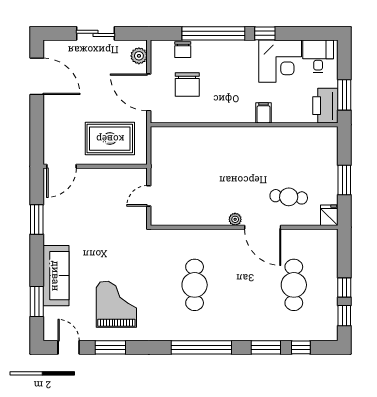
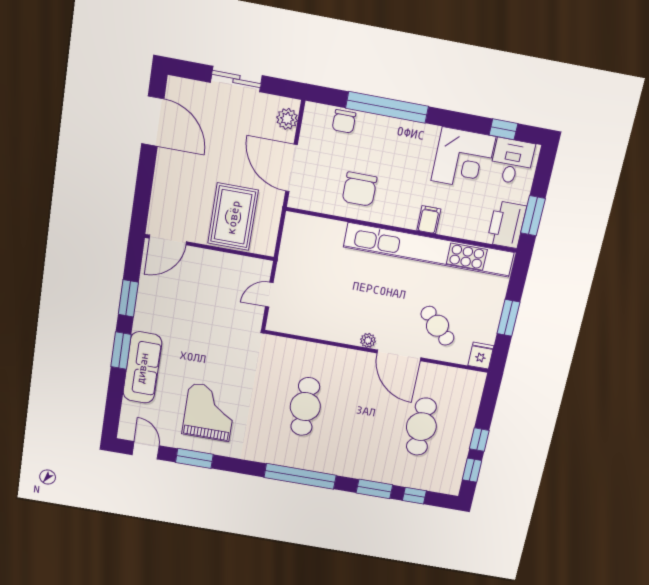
window: (265, 33) -> (503, 129), moved
chair: (187, 84) -> (360, 189), moved
kitchen unit: (269, 137) -> (429, 250), added
rug: (110, 139) -> (233, 217), turned 90
cafe table: (289, 197) -> (437, 326), turned 39
window: (37, 302) -> (121, 351), moved

